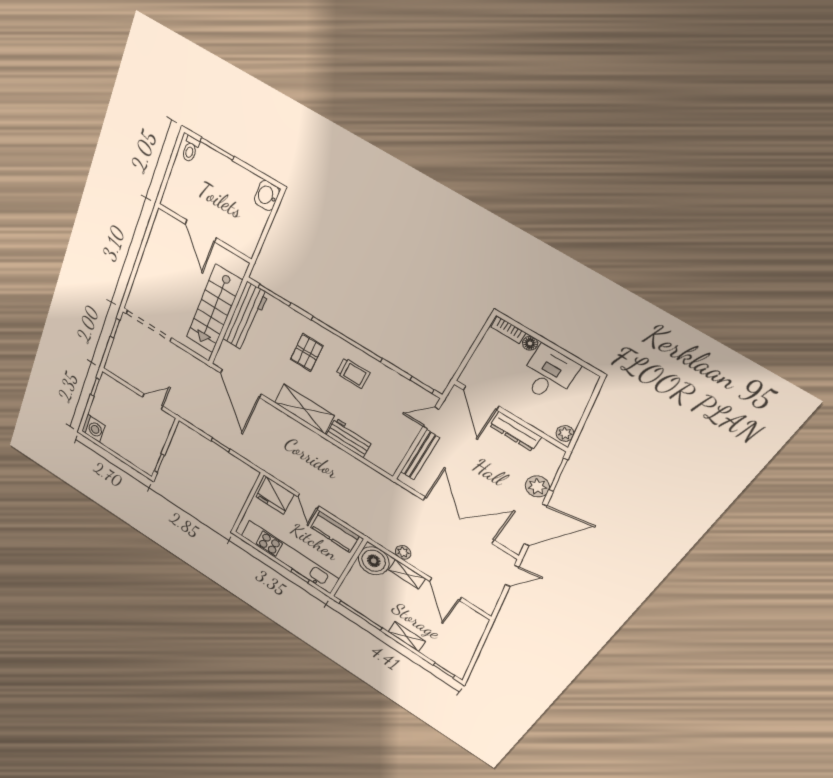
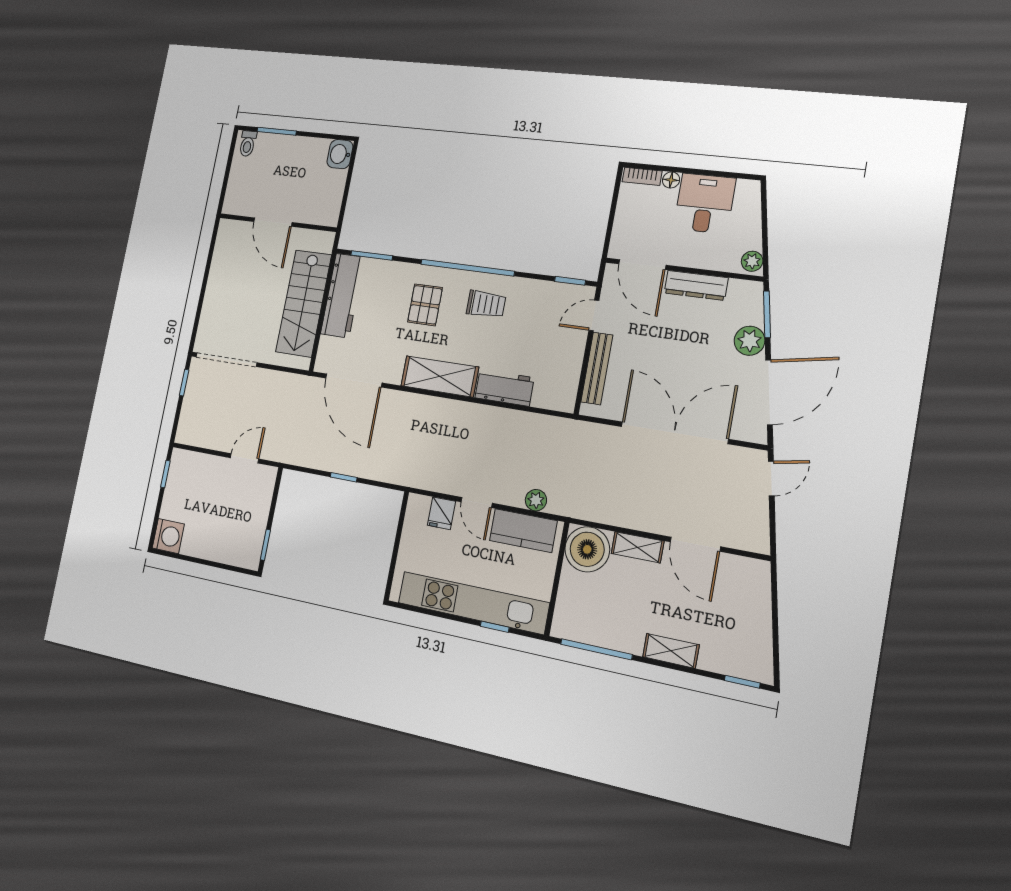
fridge: (275, 496) -> (442, 513), width x0.53, depth x0.75
plant: (403, 552) -> (536, 500), moved

